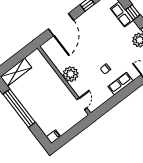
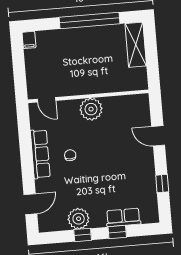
door: (61, 25) -> (158, 136), width x0.53
row of seats: (120, 84) -> (40, 154), width x1.48

